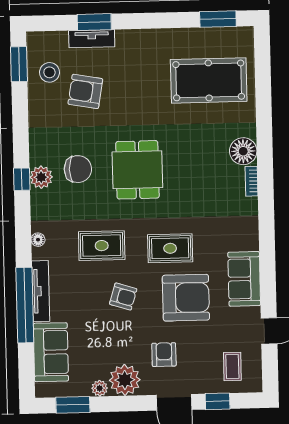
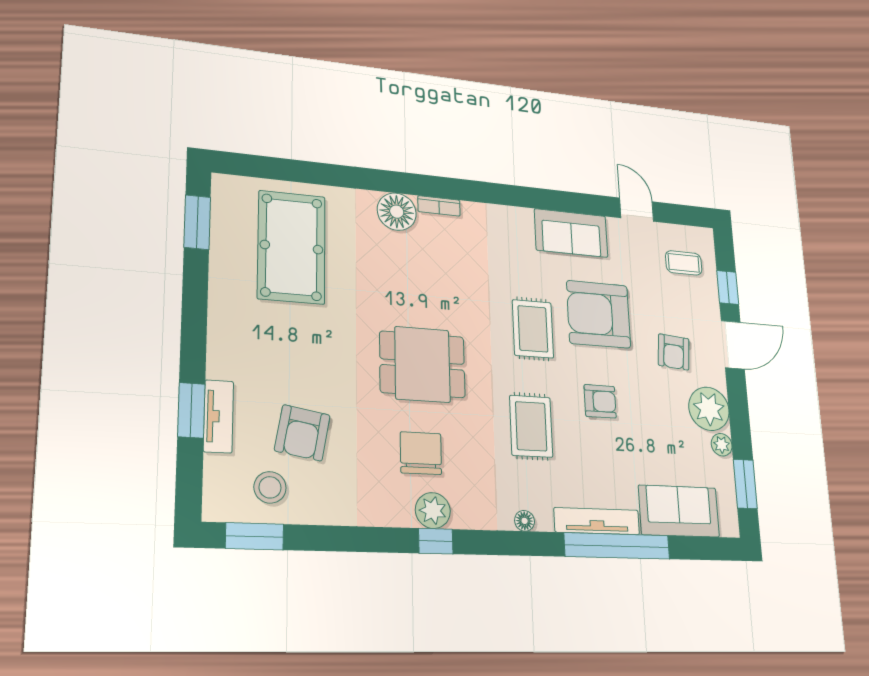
armchair: (123, 297) -> (600, 401), turned 73
armchair: (186, 298) -> (599, 314), turned -90
armchair: (164, 355) -> (674, 352), turned -85

